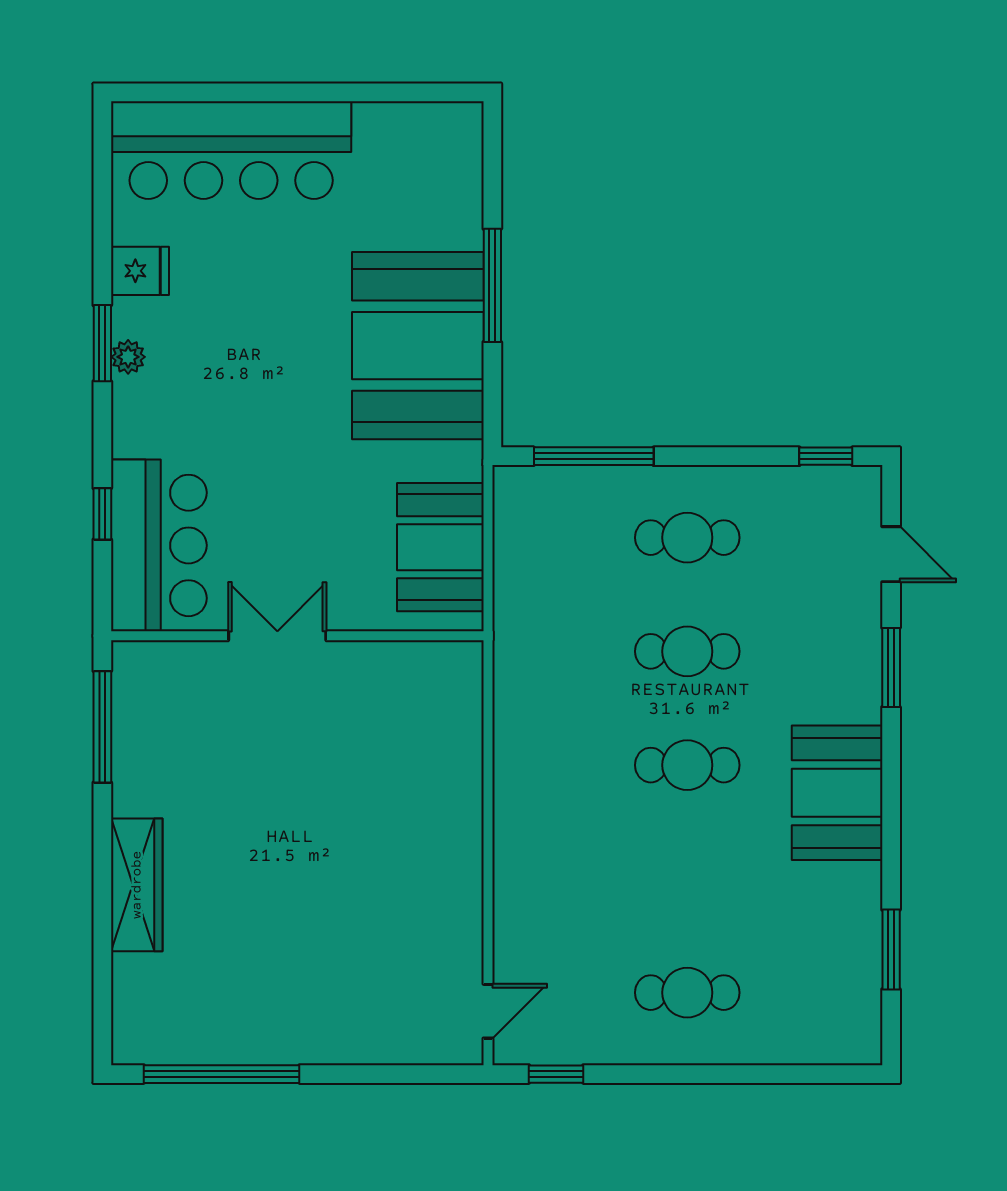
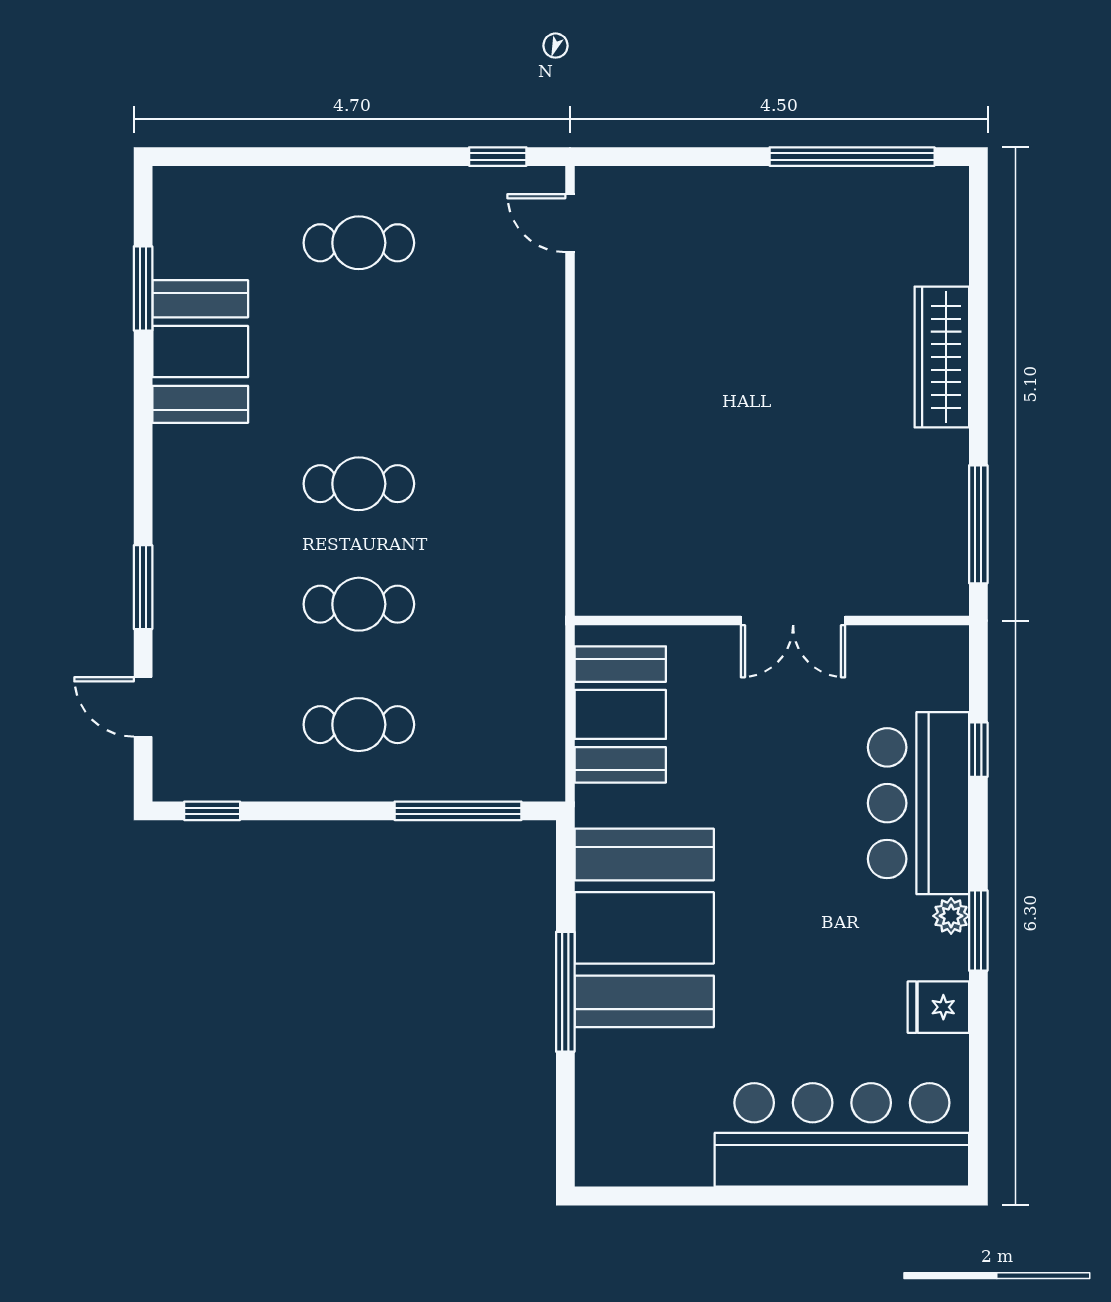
bar counter: (159, 545) -> (918, 803), moved
booth: (837, 793) -> (200, 352), moved
door: (488, 1011) -> (570, 223), hinge flipped

